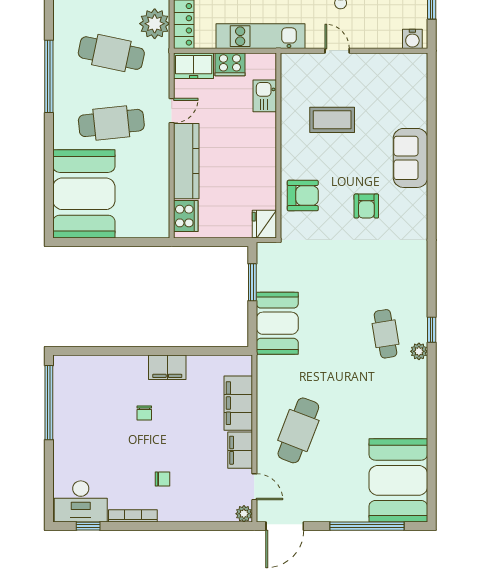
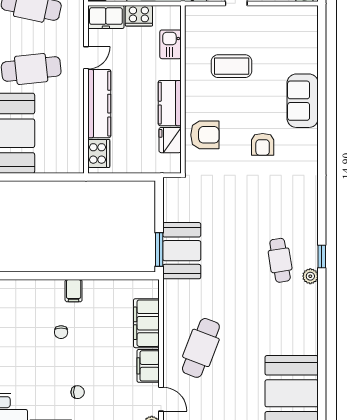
kitchen counter: (264, 161) -> (170, 103), added
fridge: (264, 224) -> (170, 140), moved
window: (252, 282) -> (159, 250), moved
filing cabinet: (167, 367) -> (74, 291), width x0.50

